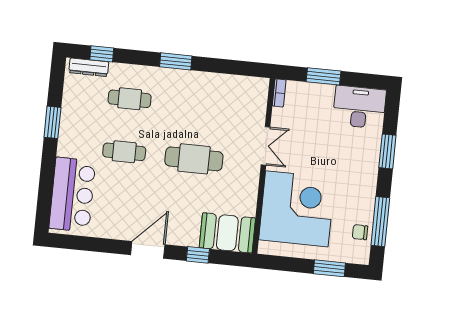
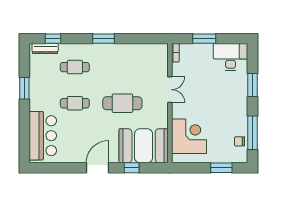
corner desk: (297, 209) -> (189, 136), width x0.74, depth x0.74
booth: (227, 233) -> (144, 146), width x1.36, depth x1.42

